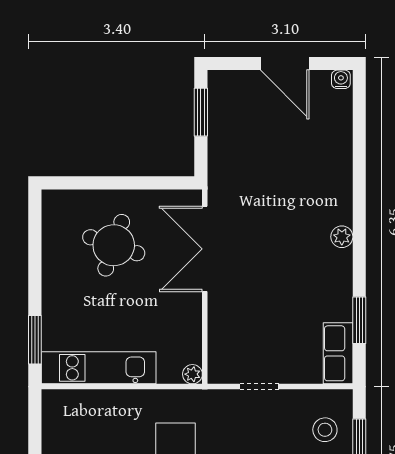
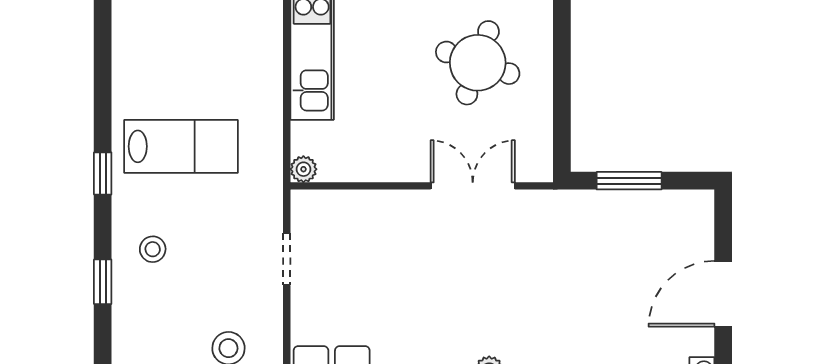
window: (201, 112) -> (629, 181), moved
double door: (205, 249) -> (473, 186), width x0.73

